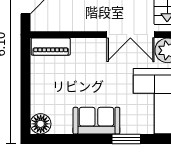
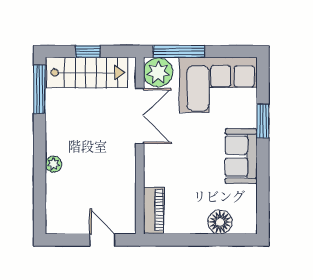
floor lamp: (41, 124) -> (220, 222), moved

